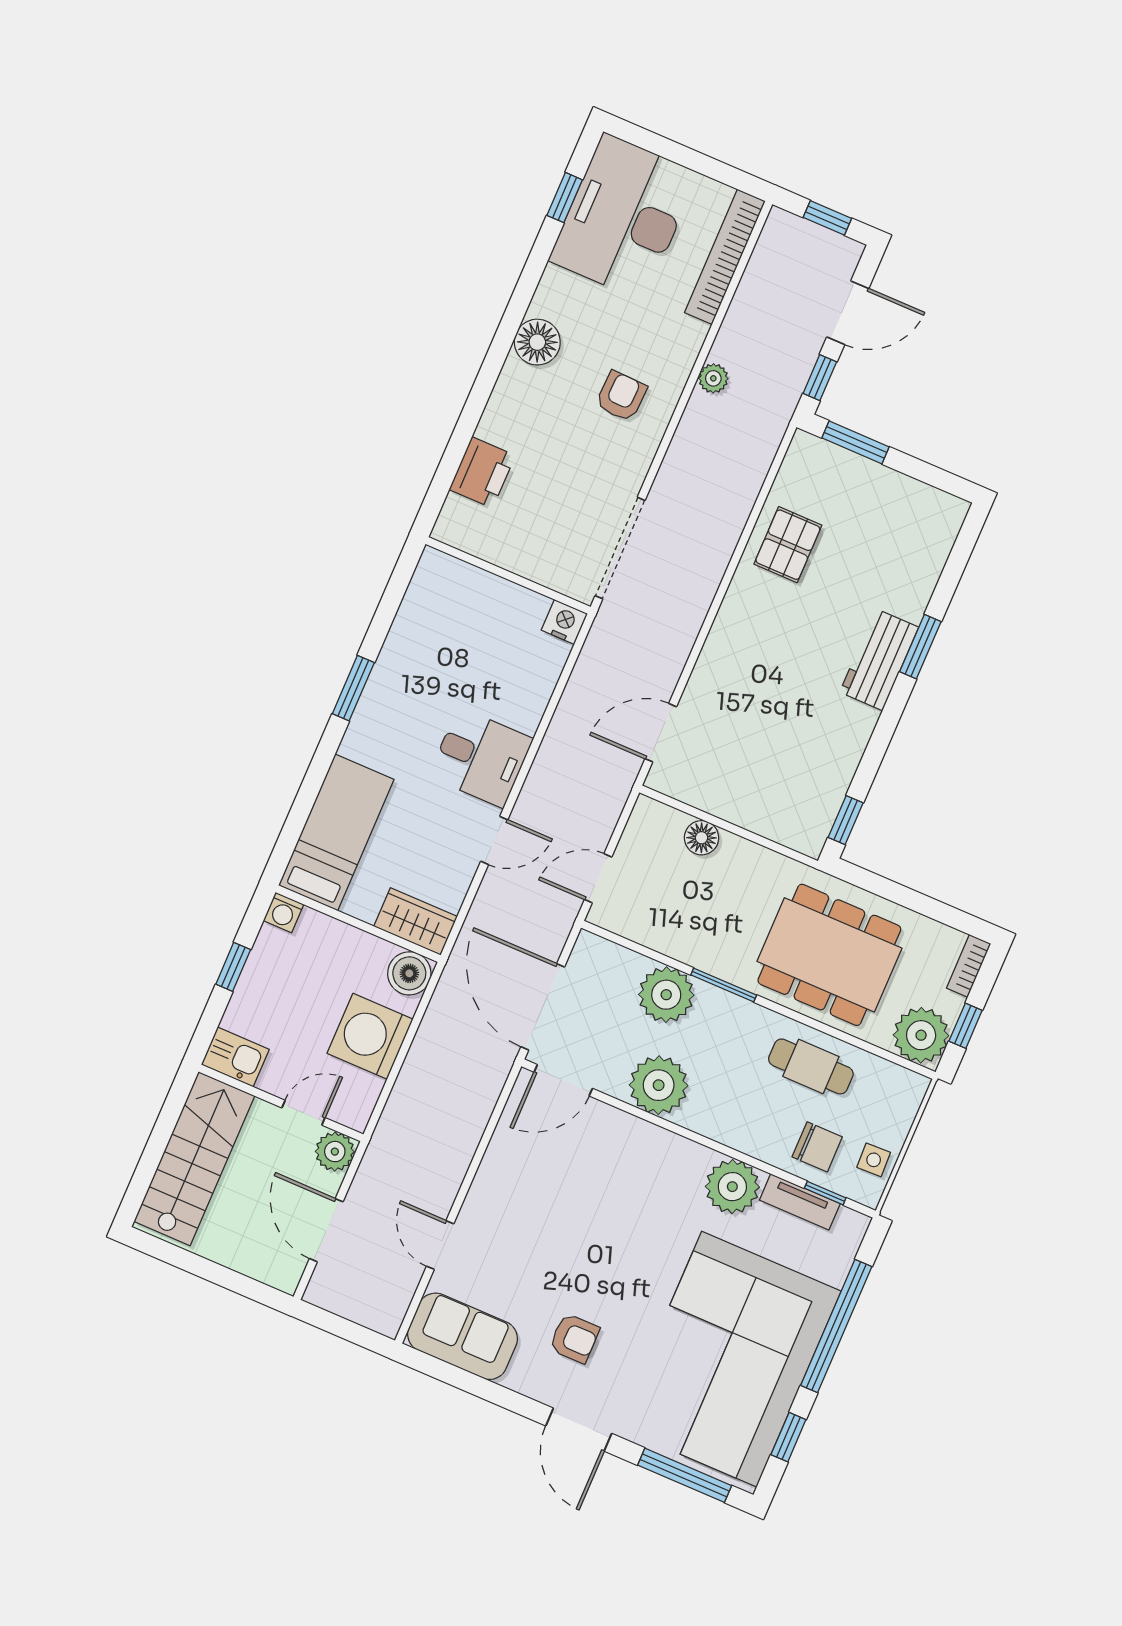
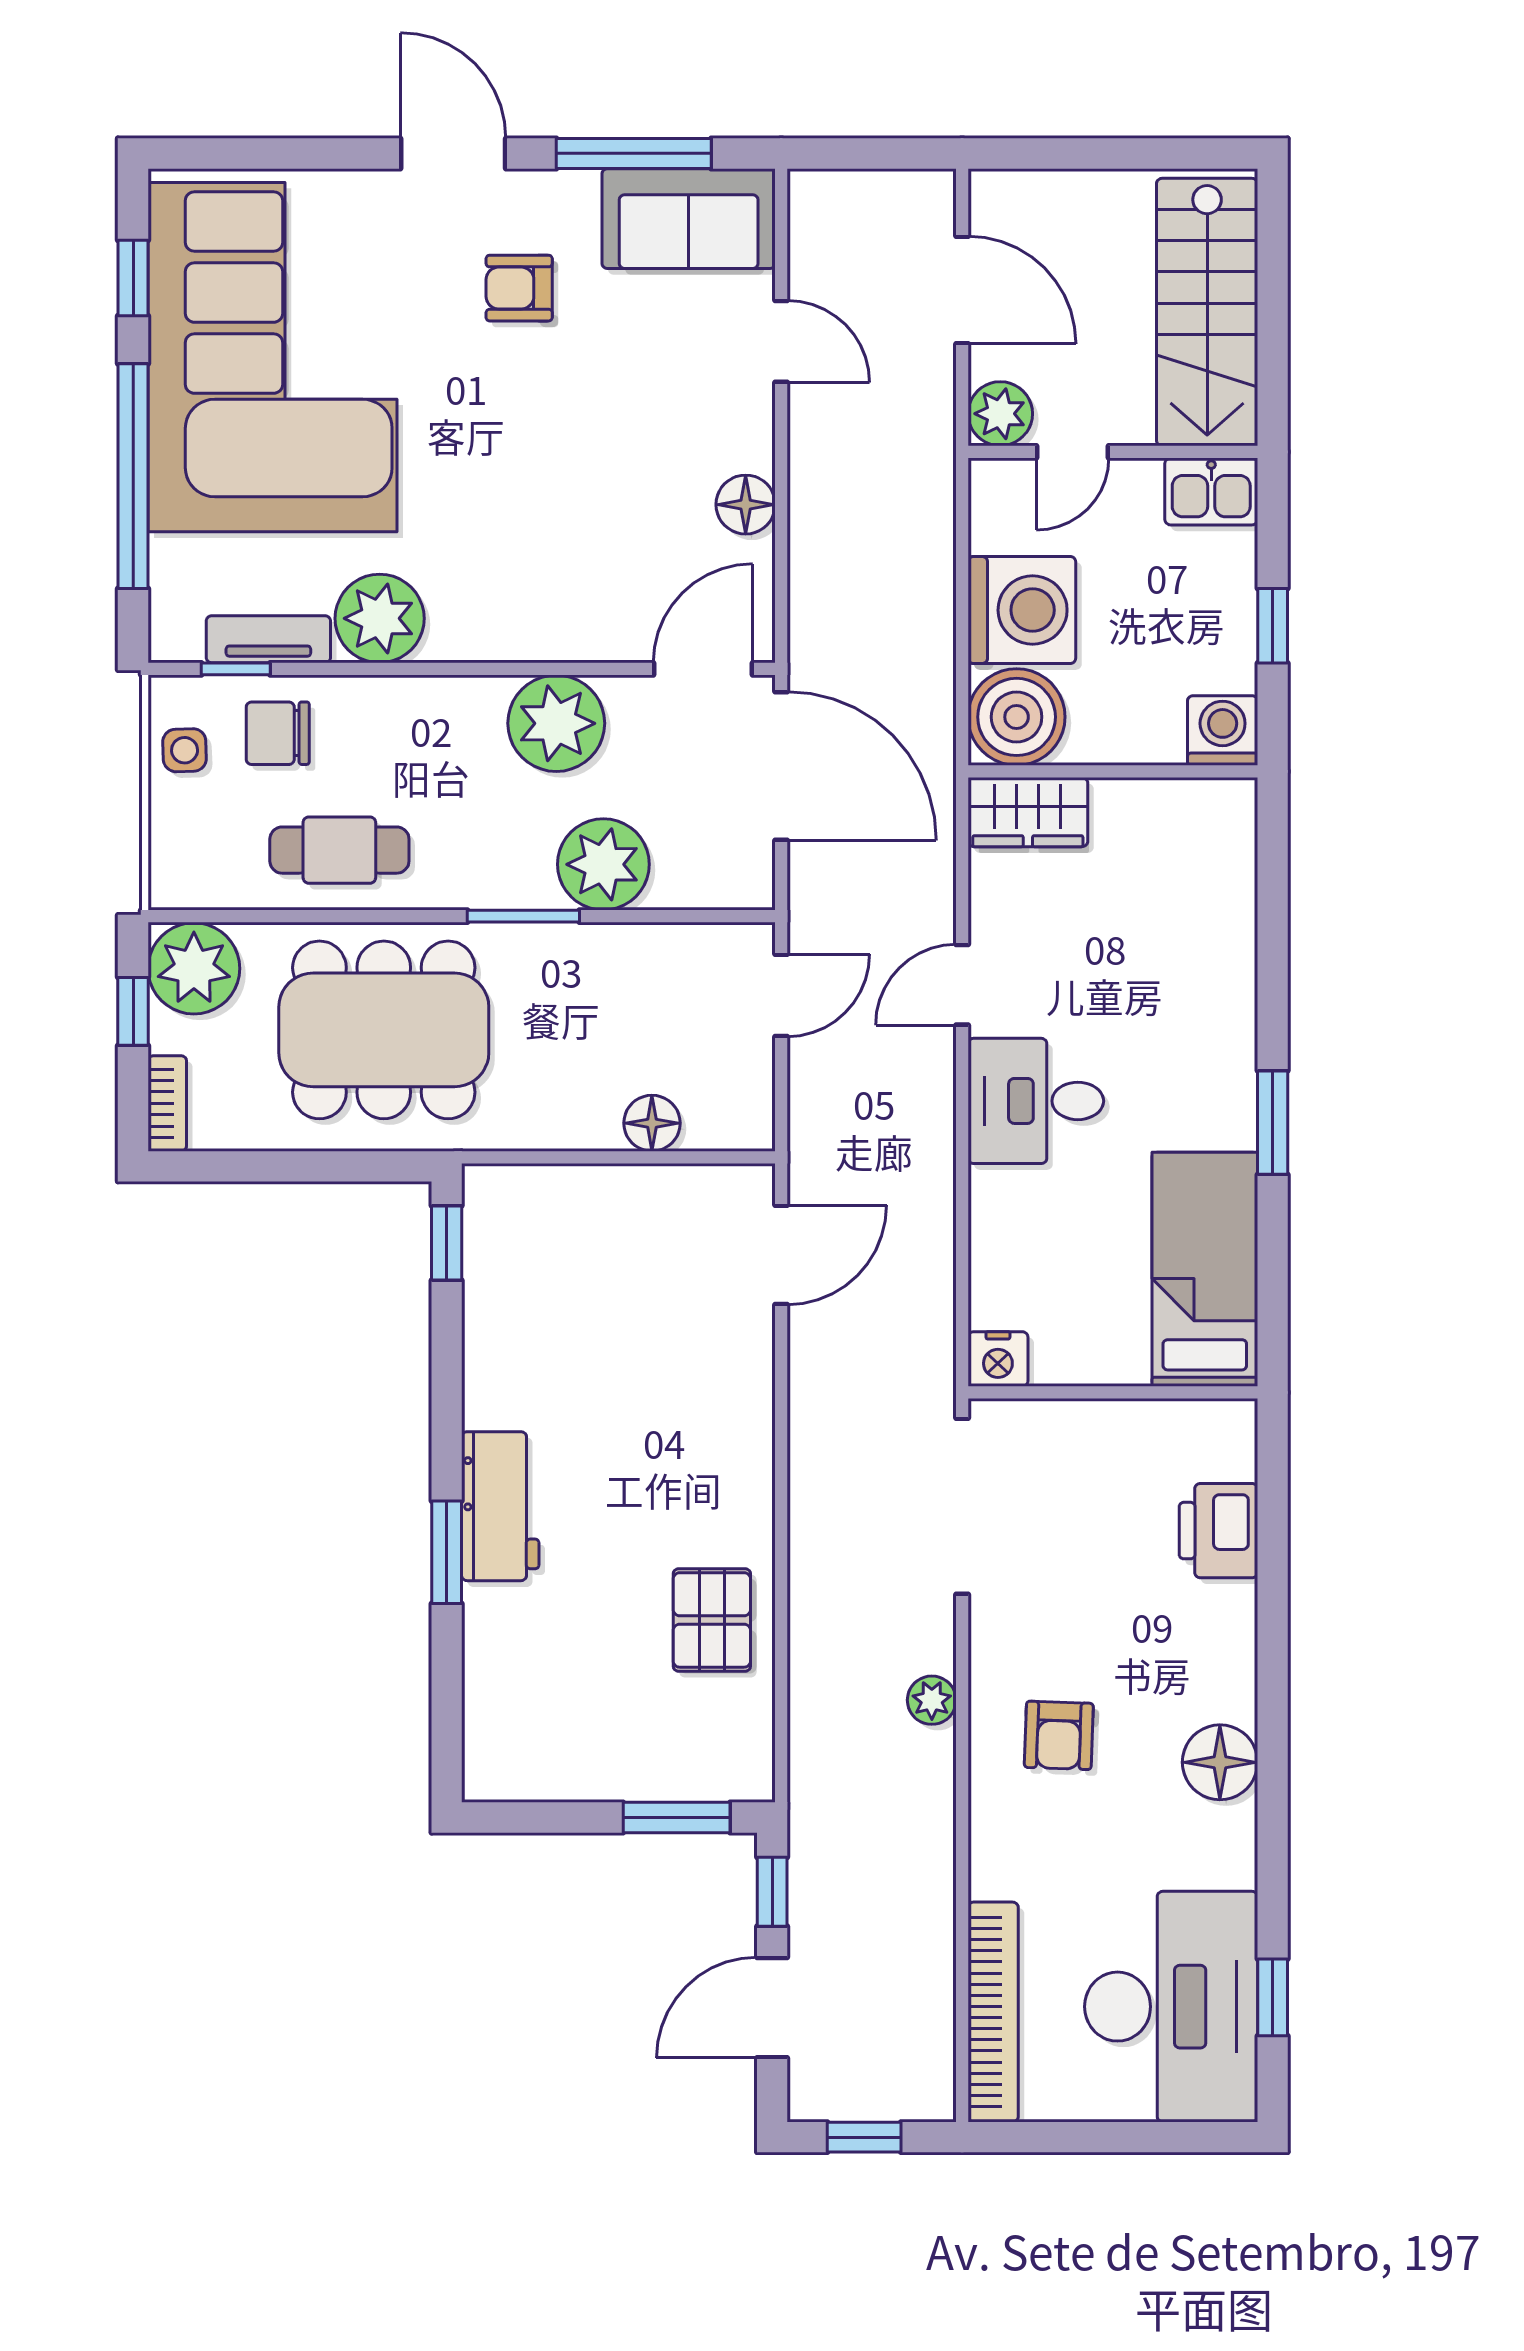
plant: (713, 378) -> (932, 1700), moved
bed: (336, 832) -> (1205, 1269), moved, turned 180
washing machine: (284, 913) -> (1223, 730), width x1.38, depth x1.38
boiler: (409, 973) -> (1017, 717), width x1.37, depth x1.37
floor lamp: (500, 1162) -> (746, 505), added
window: (685, 1475) -> (634, 153), moved

